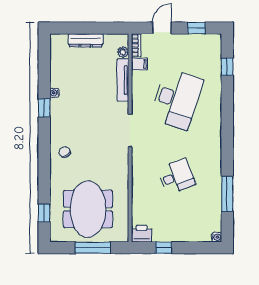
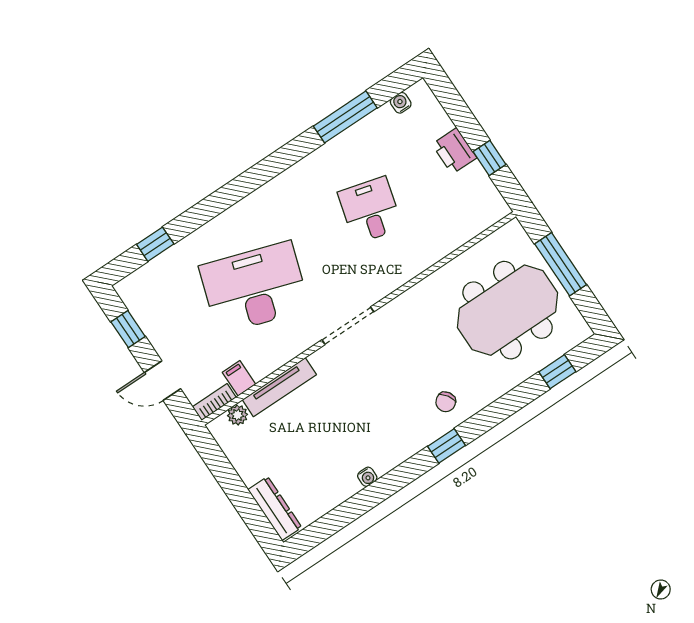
dresser: (86, 40) -> (275, 509), moved
window: (44, 108) -> (446, 446), moved
desk: (176, 177) -> (370, 210), turned 36
printer: (142, 234) -> (454, 151), moved
water cooler: (217, 237) -> (401, 103), moved

